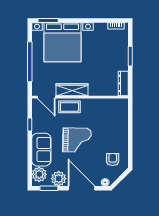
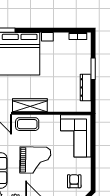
dresser: (123, 83) -> (86, 87), moved
corner sofa: (114, 118) -> (76, 136), added

